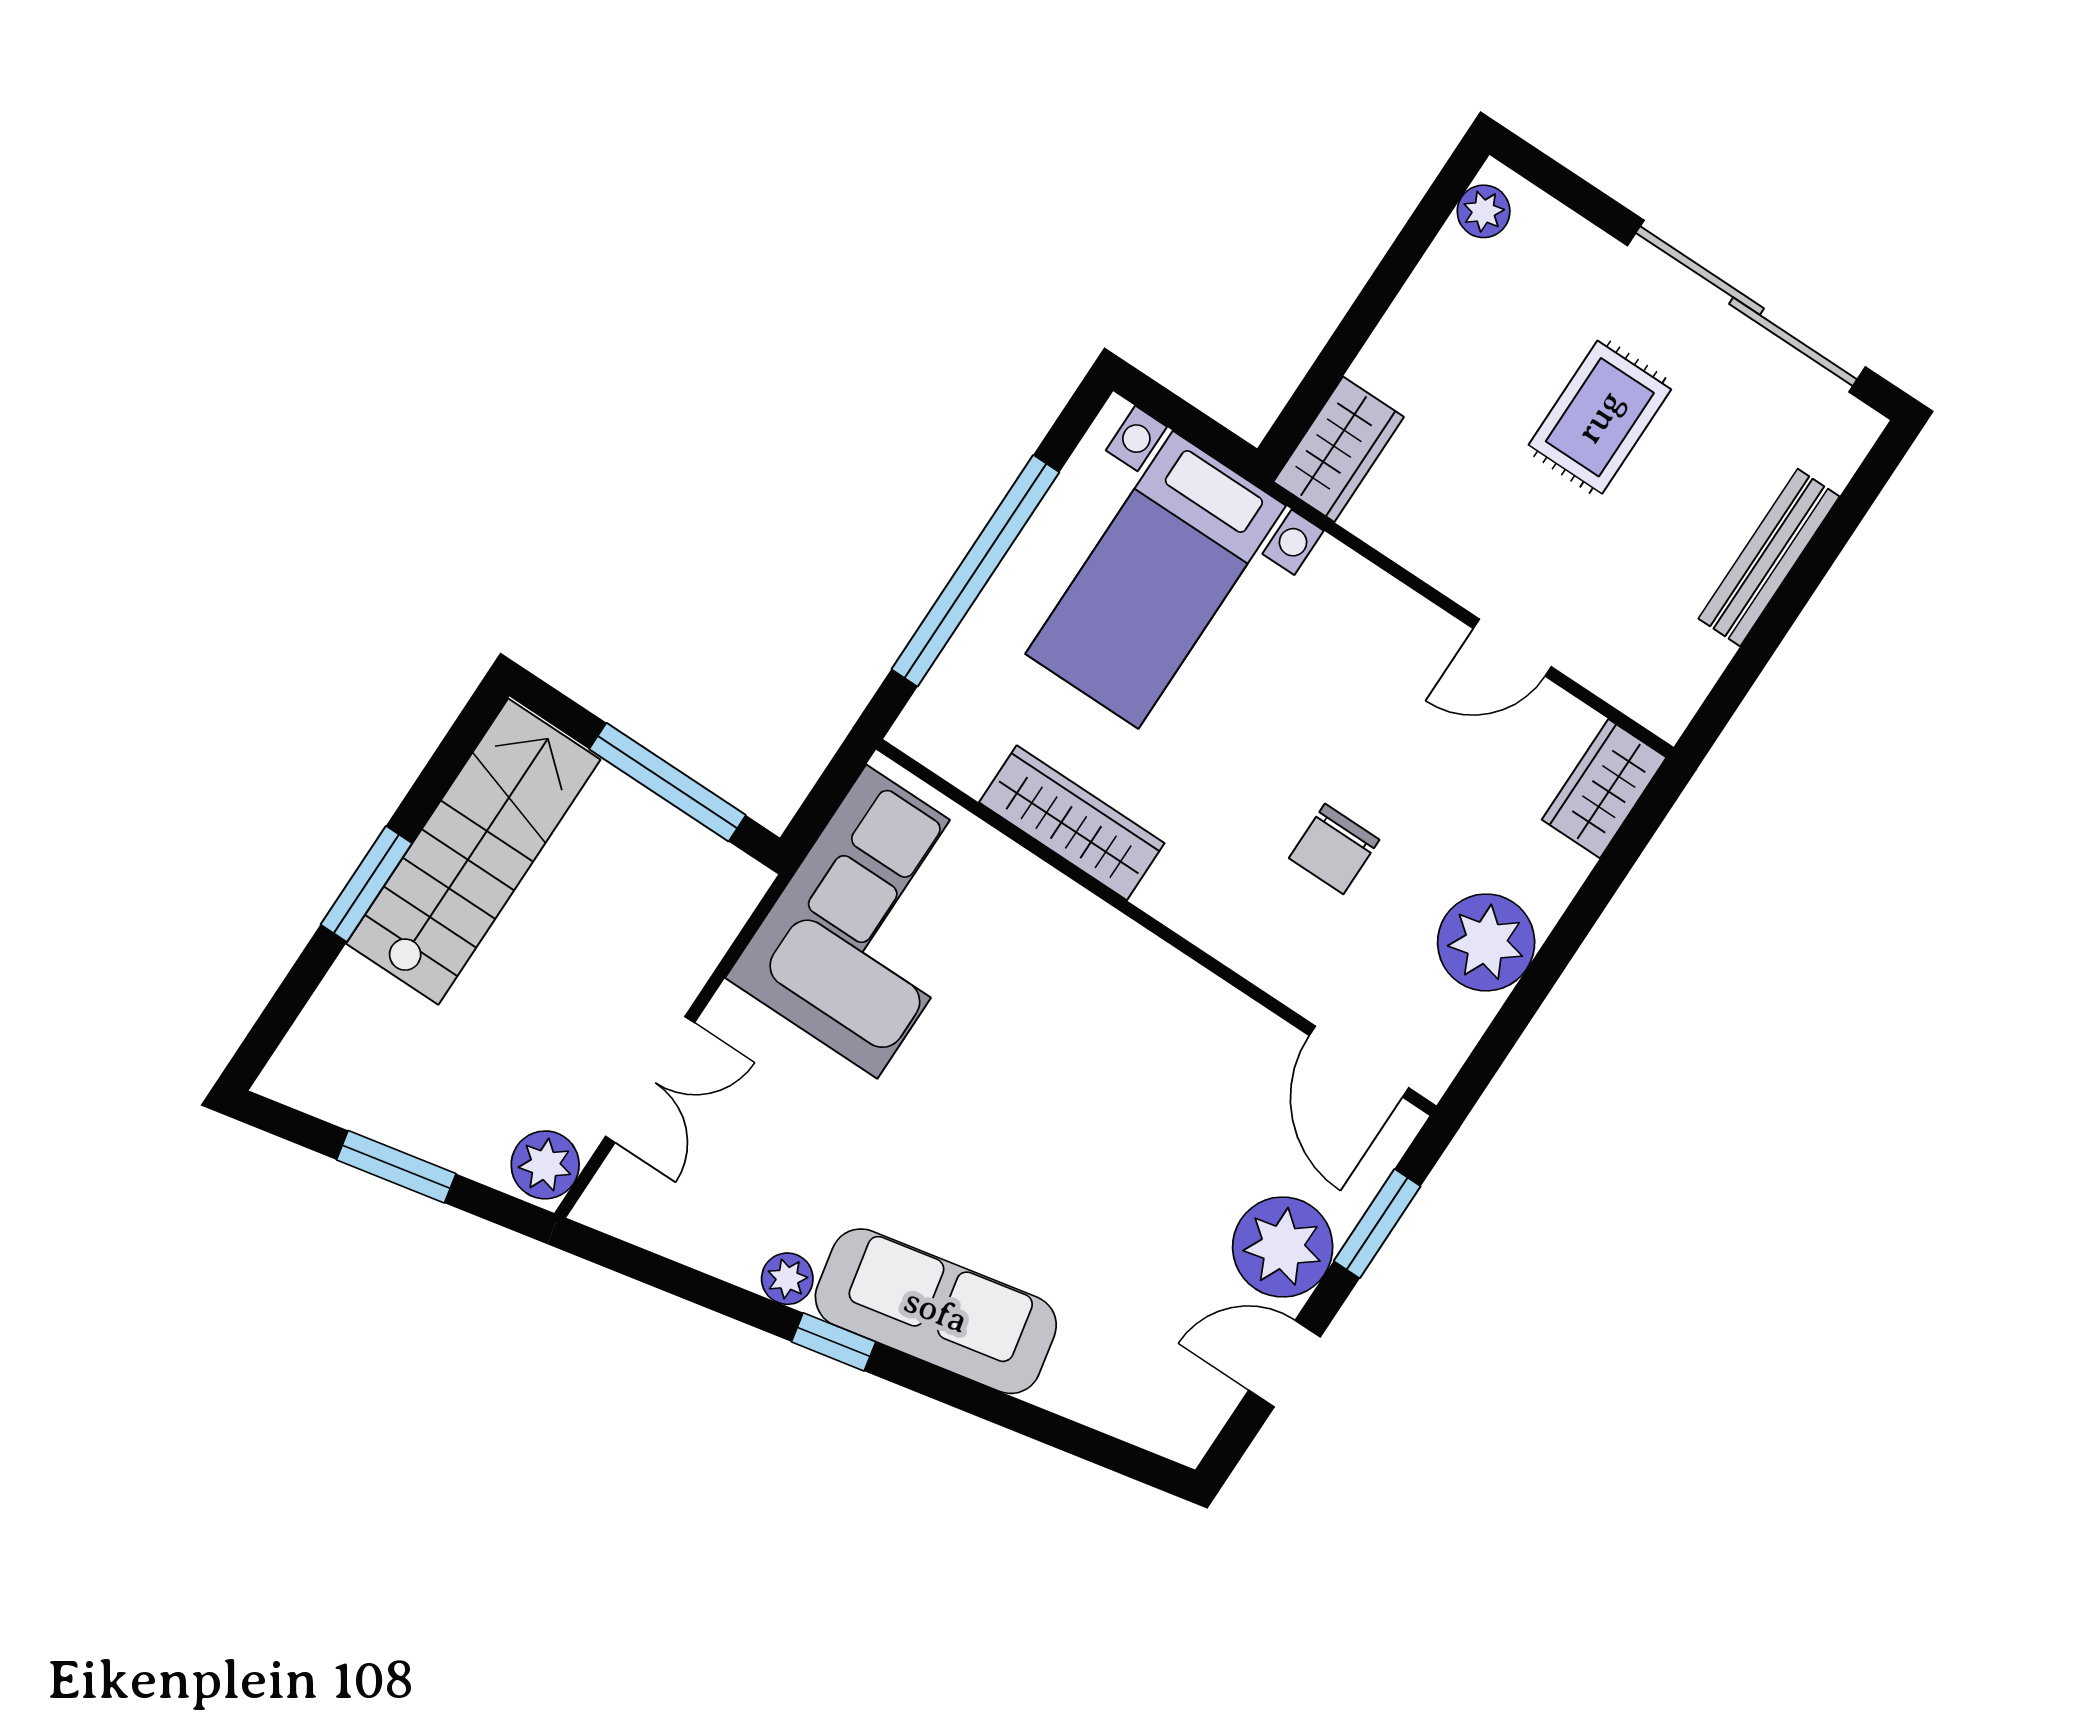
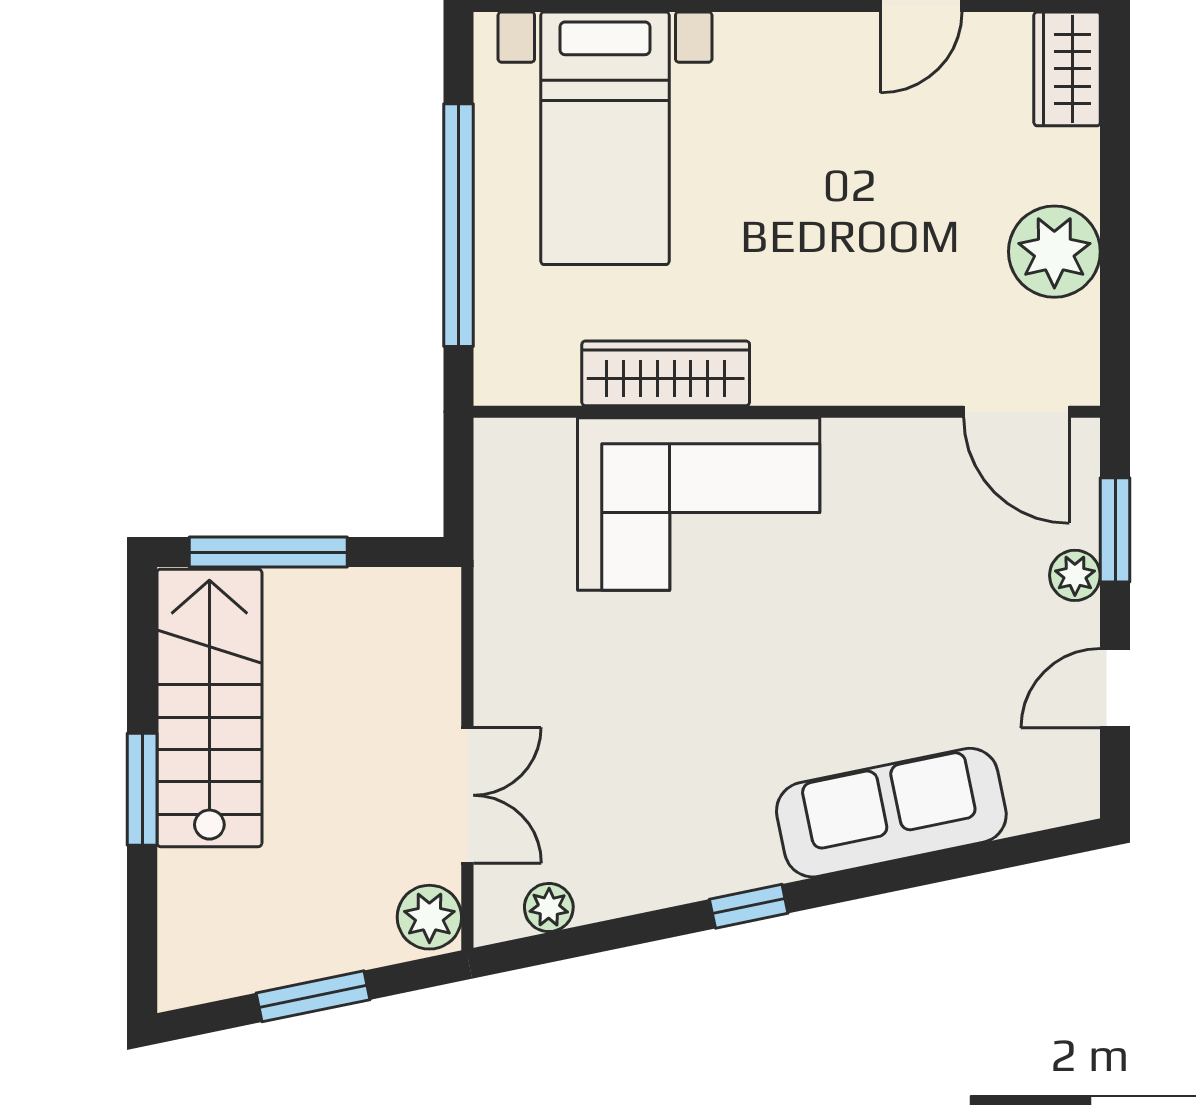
window: (668, 782) -> (268, 552), moved
chair: (1334, 849) -> (886, 257), removed
corner sofa: (872, 922) -> (699, 504), moved, turned 90
plant: (1283, 1247) -> (1075, 575), width x0.53, depth x0.53
plant: (787, 1279) -> (549, 908), moved
sofa: (936, 1311) -> (891, 813), moved

